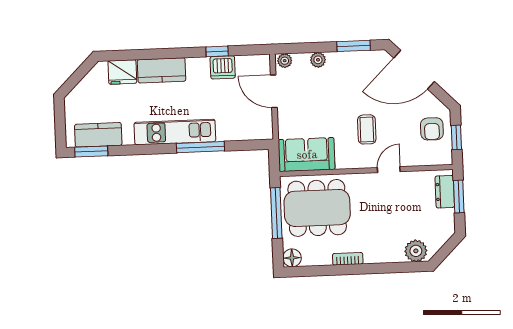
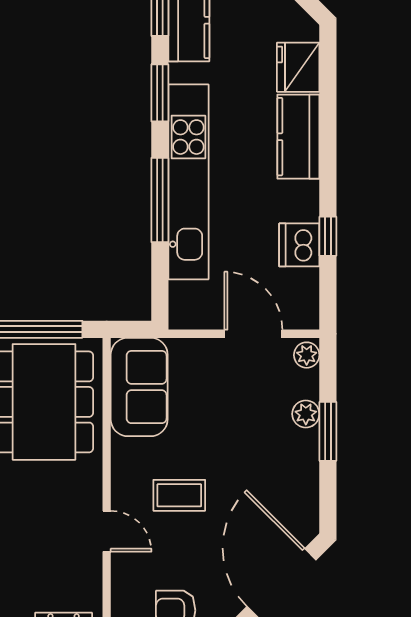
window: (354, 46) -> (328, 431), moved
door: (274, 91) -> (253, 334), hinge flipped
kitchen unit: (175, 132) -> (188, 182), width x1.36
window: (140, 150) -> (160, 93), added

